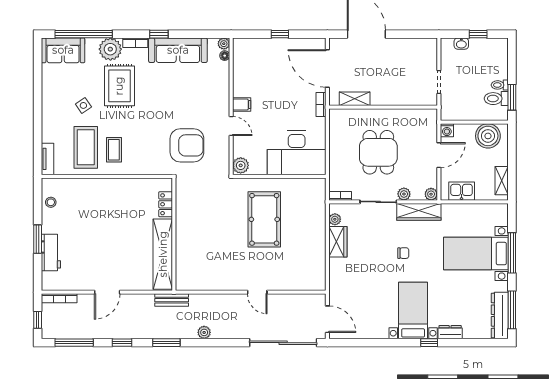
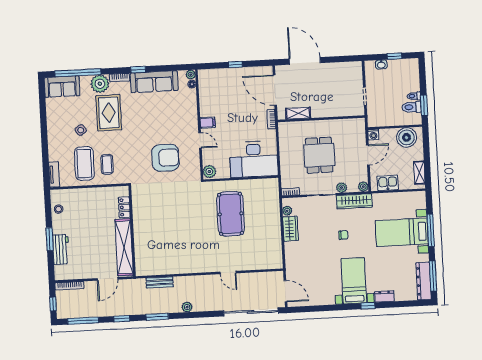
locker: (166, 204) -> (124, 207), moved
wall: (174, 234) -> (132, 231), moved
shelving: (163, 254) -> (124, 247), moved

